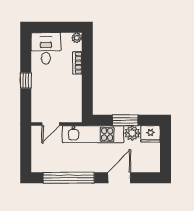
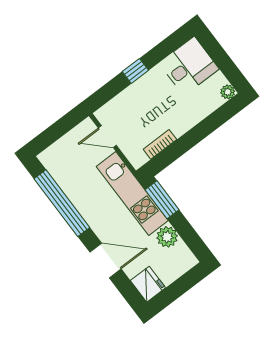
bookcase: (77, 63) -> (160, 144), moved
window: (125, 120) -> (162, 200), moved
fridge: (150, 134) -> (148, 284), moved, turned 180

